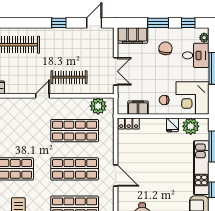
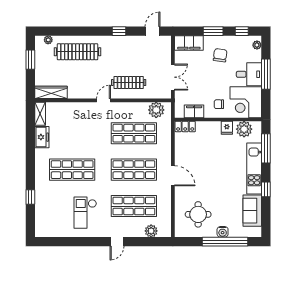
desk: (196, 55) -> (249, 74), moved

